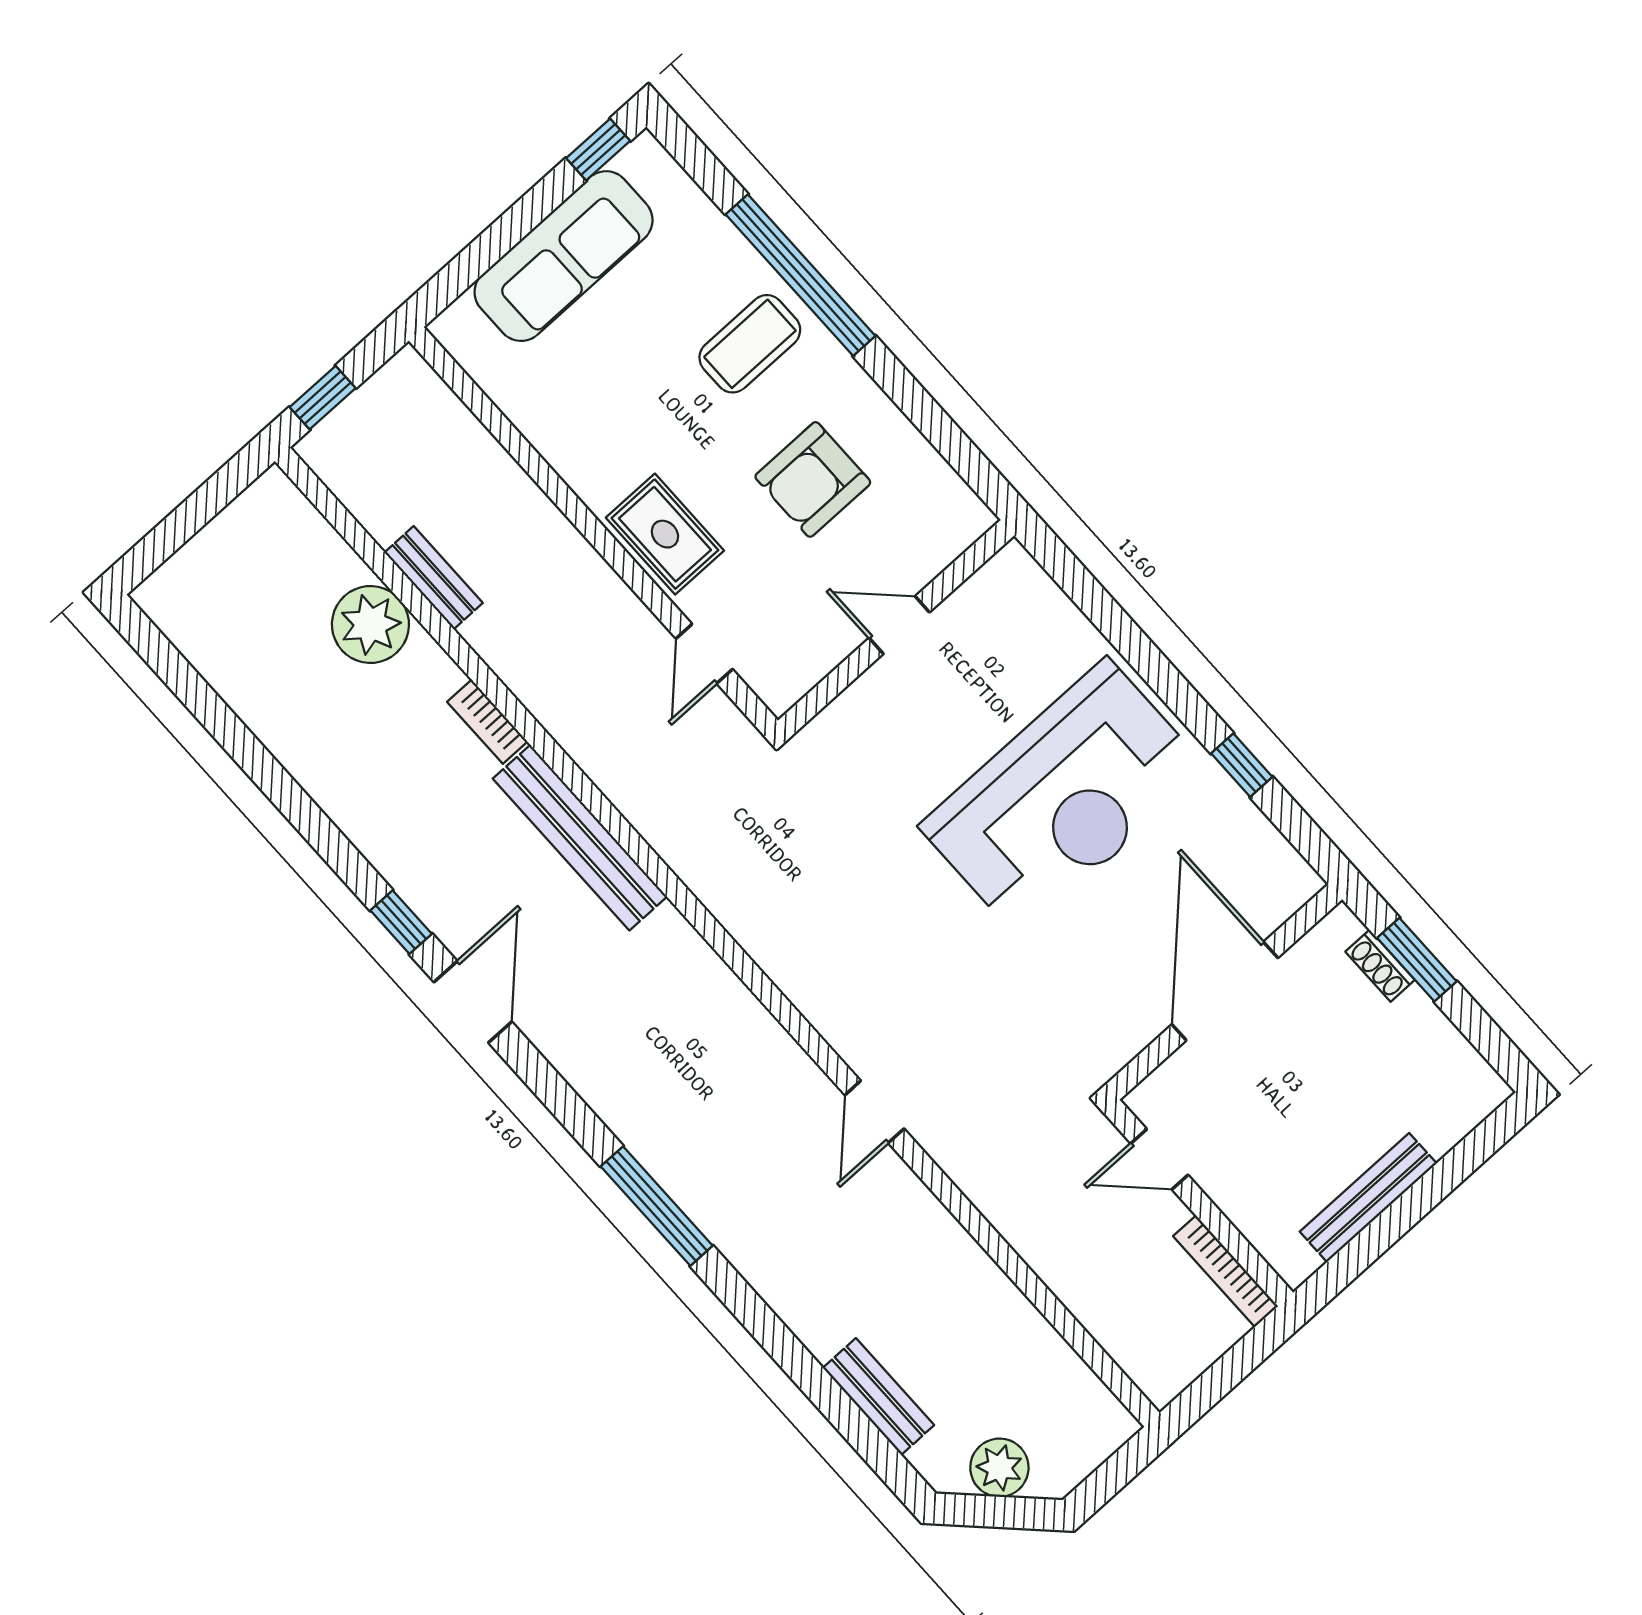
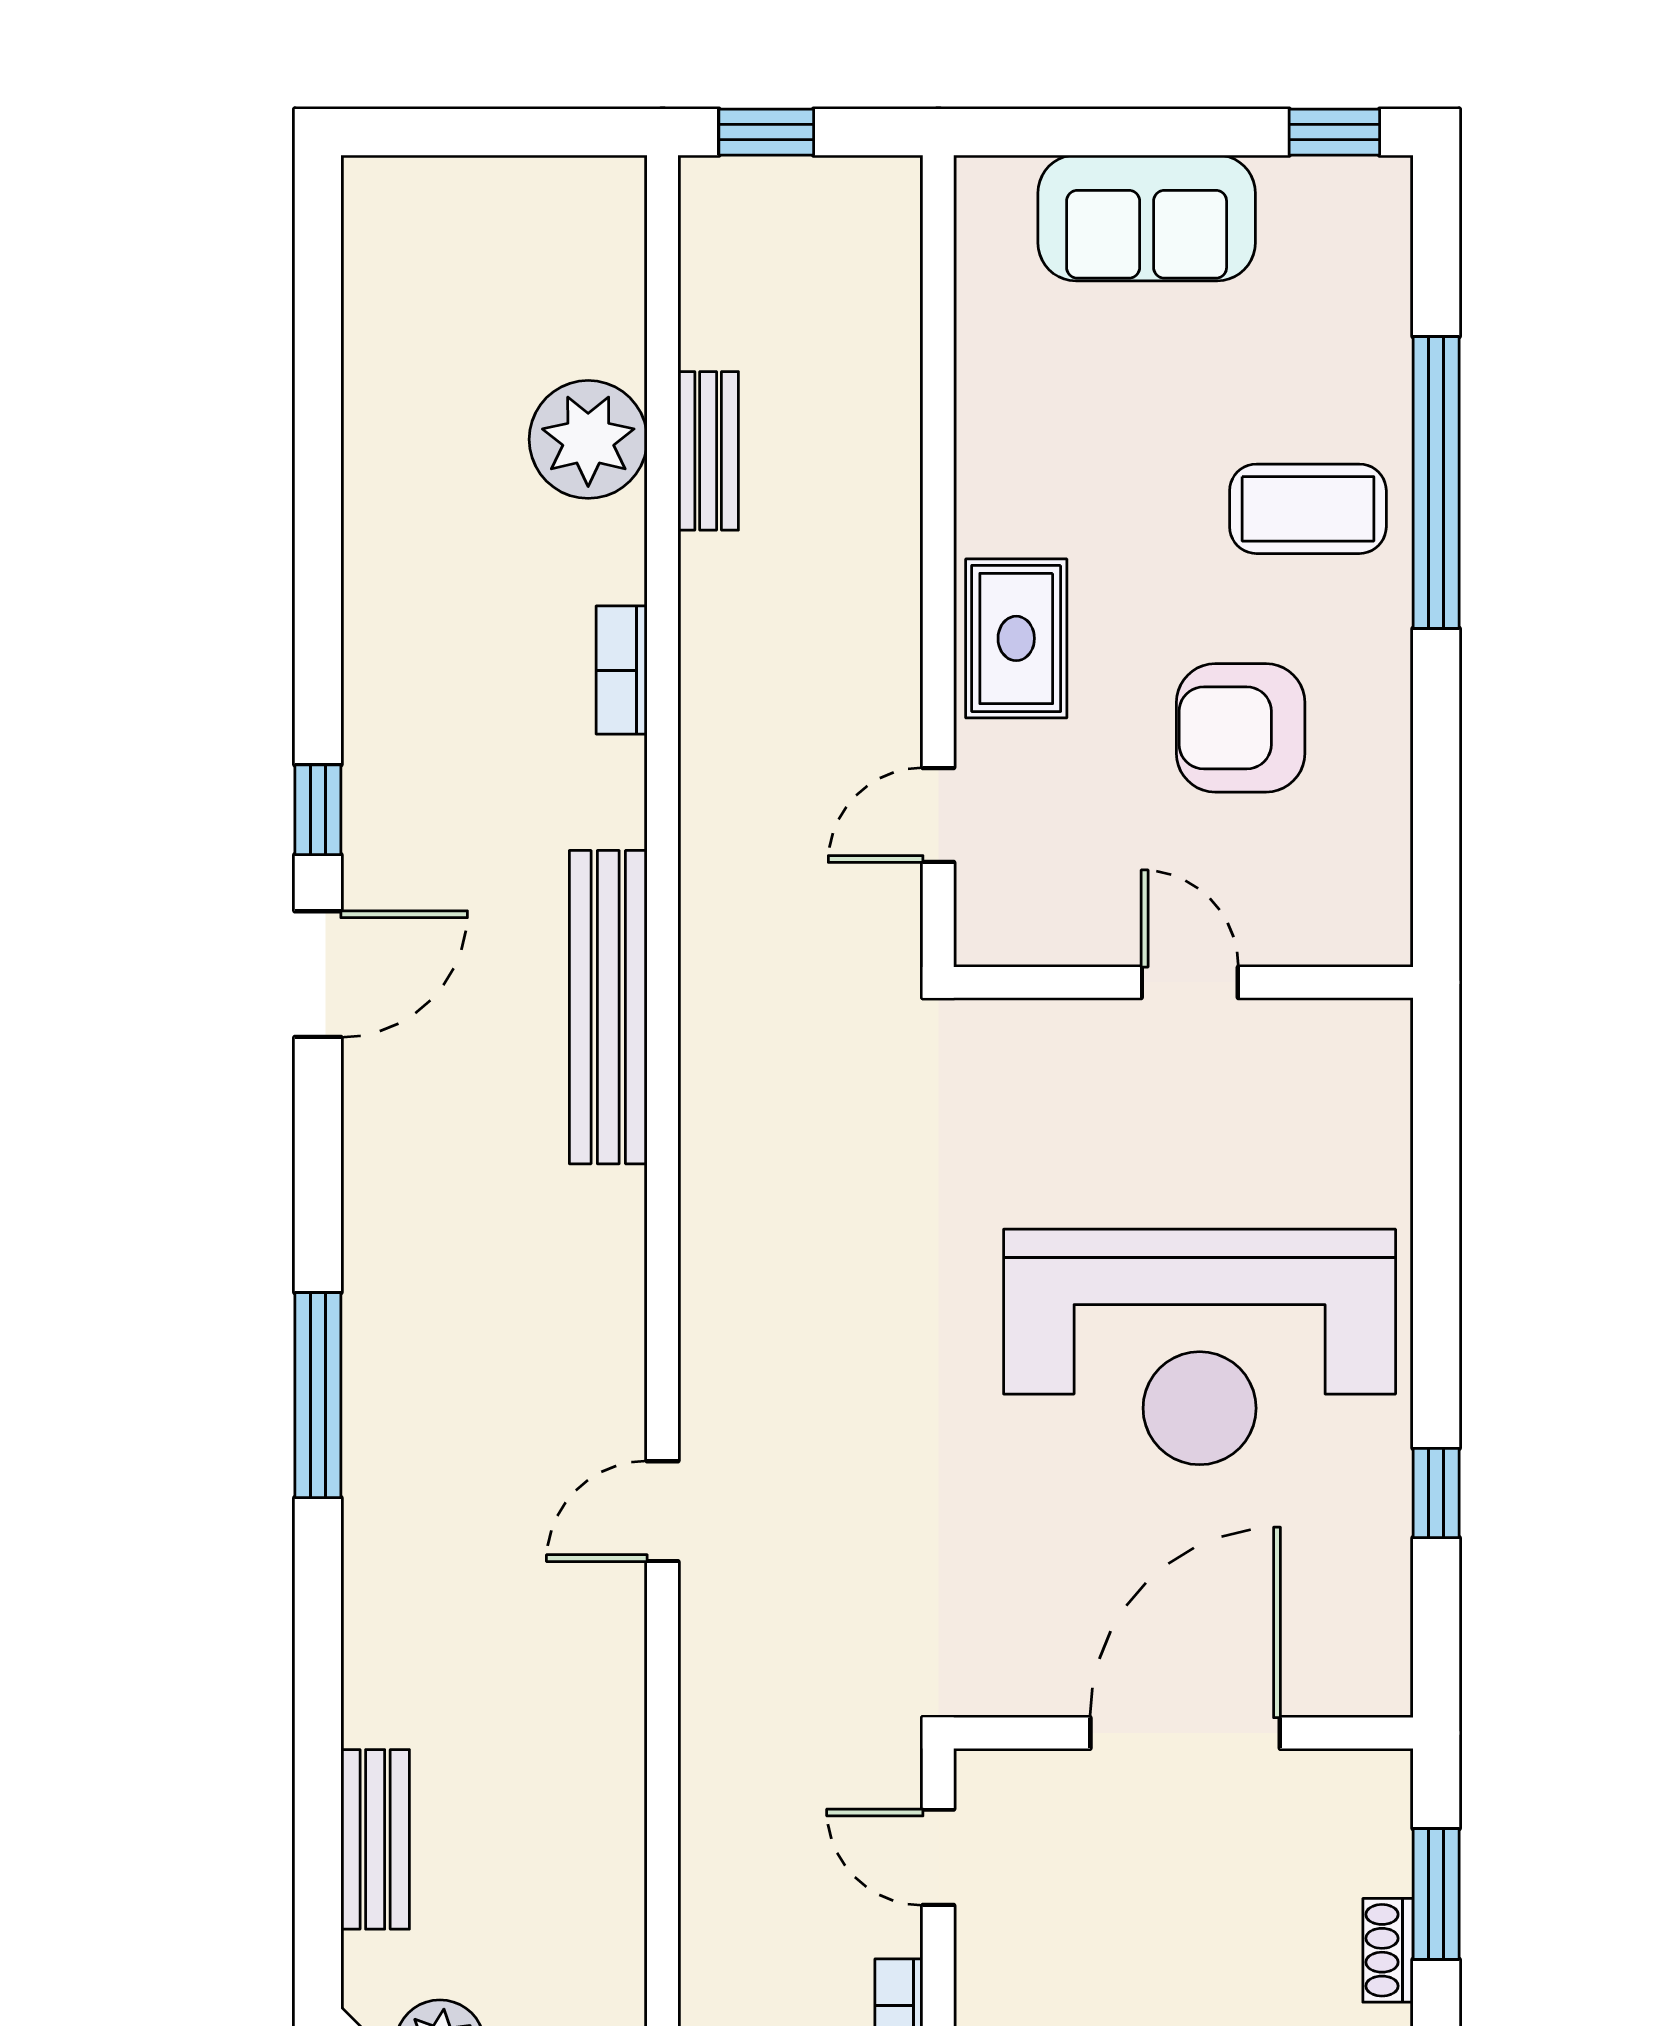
sofa: (564, 256) -> (1147, 218), width x0.73
bench: (580, 838) -> (608, 1007), moved
shoe rack: (1380, 966) -> (1388, 1950), moved

